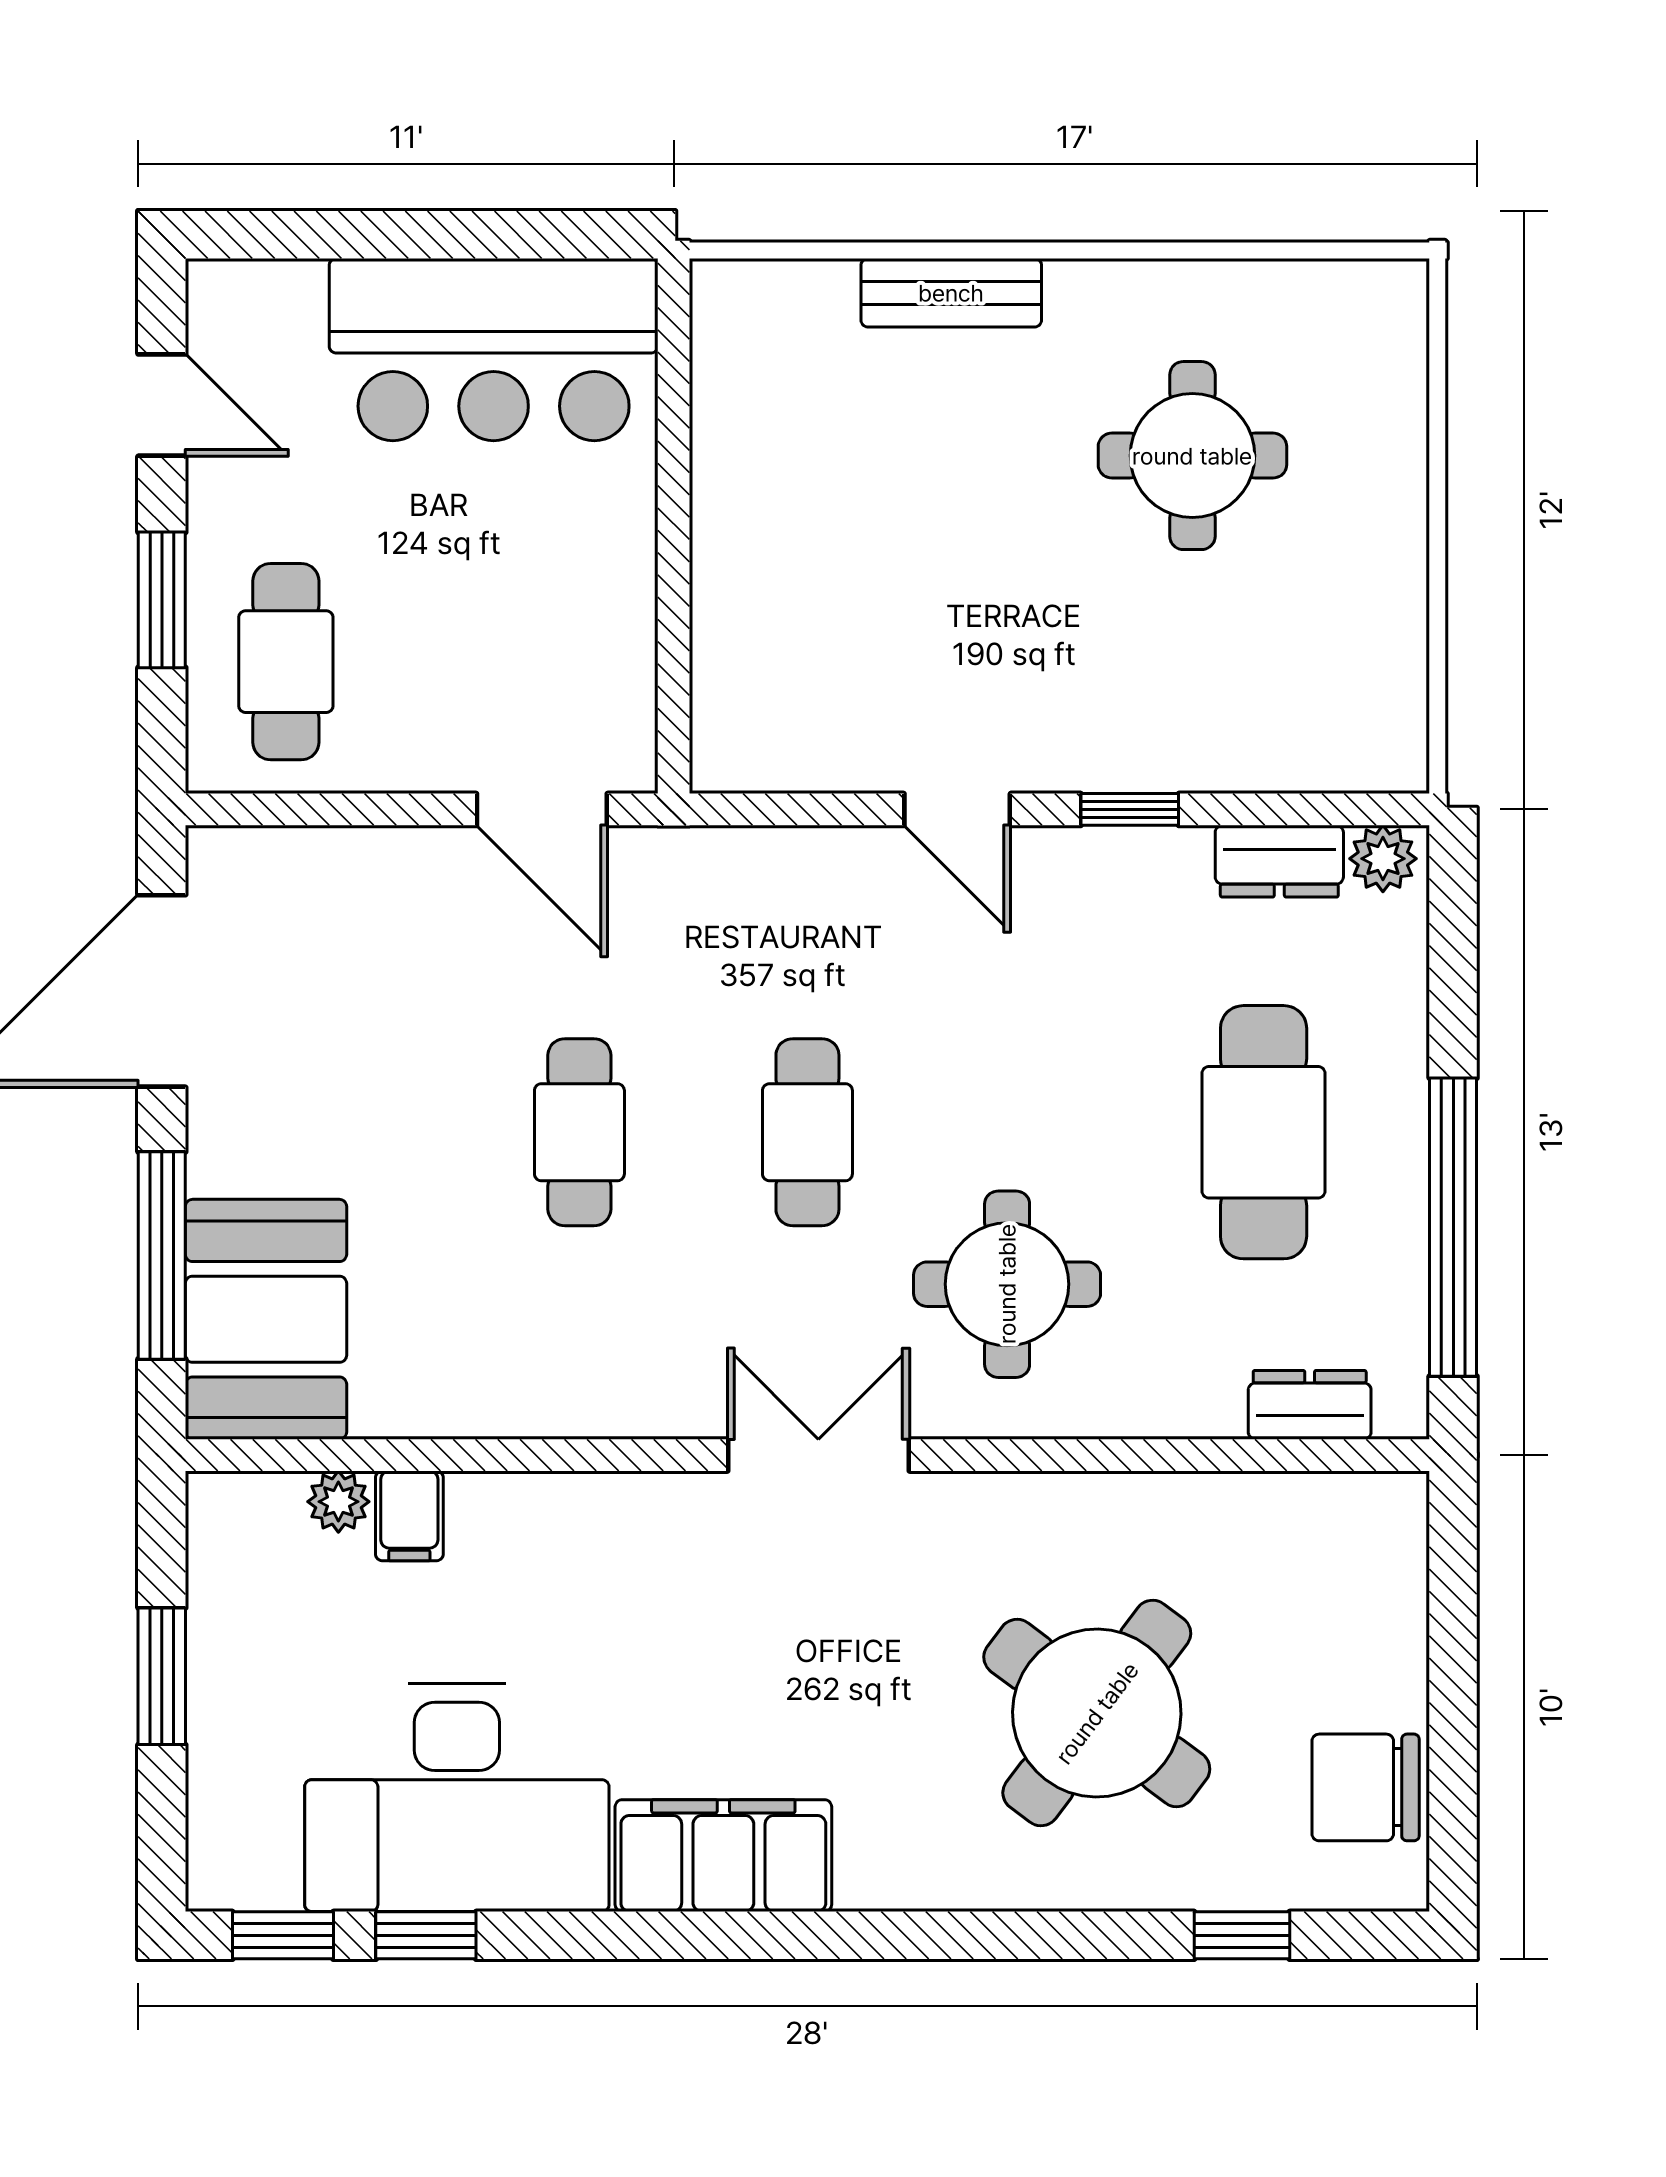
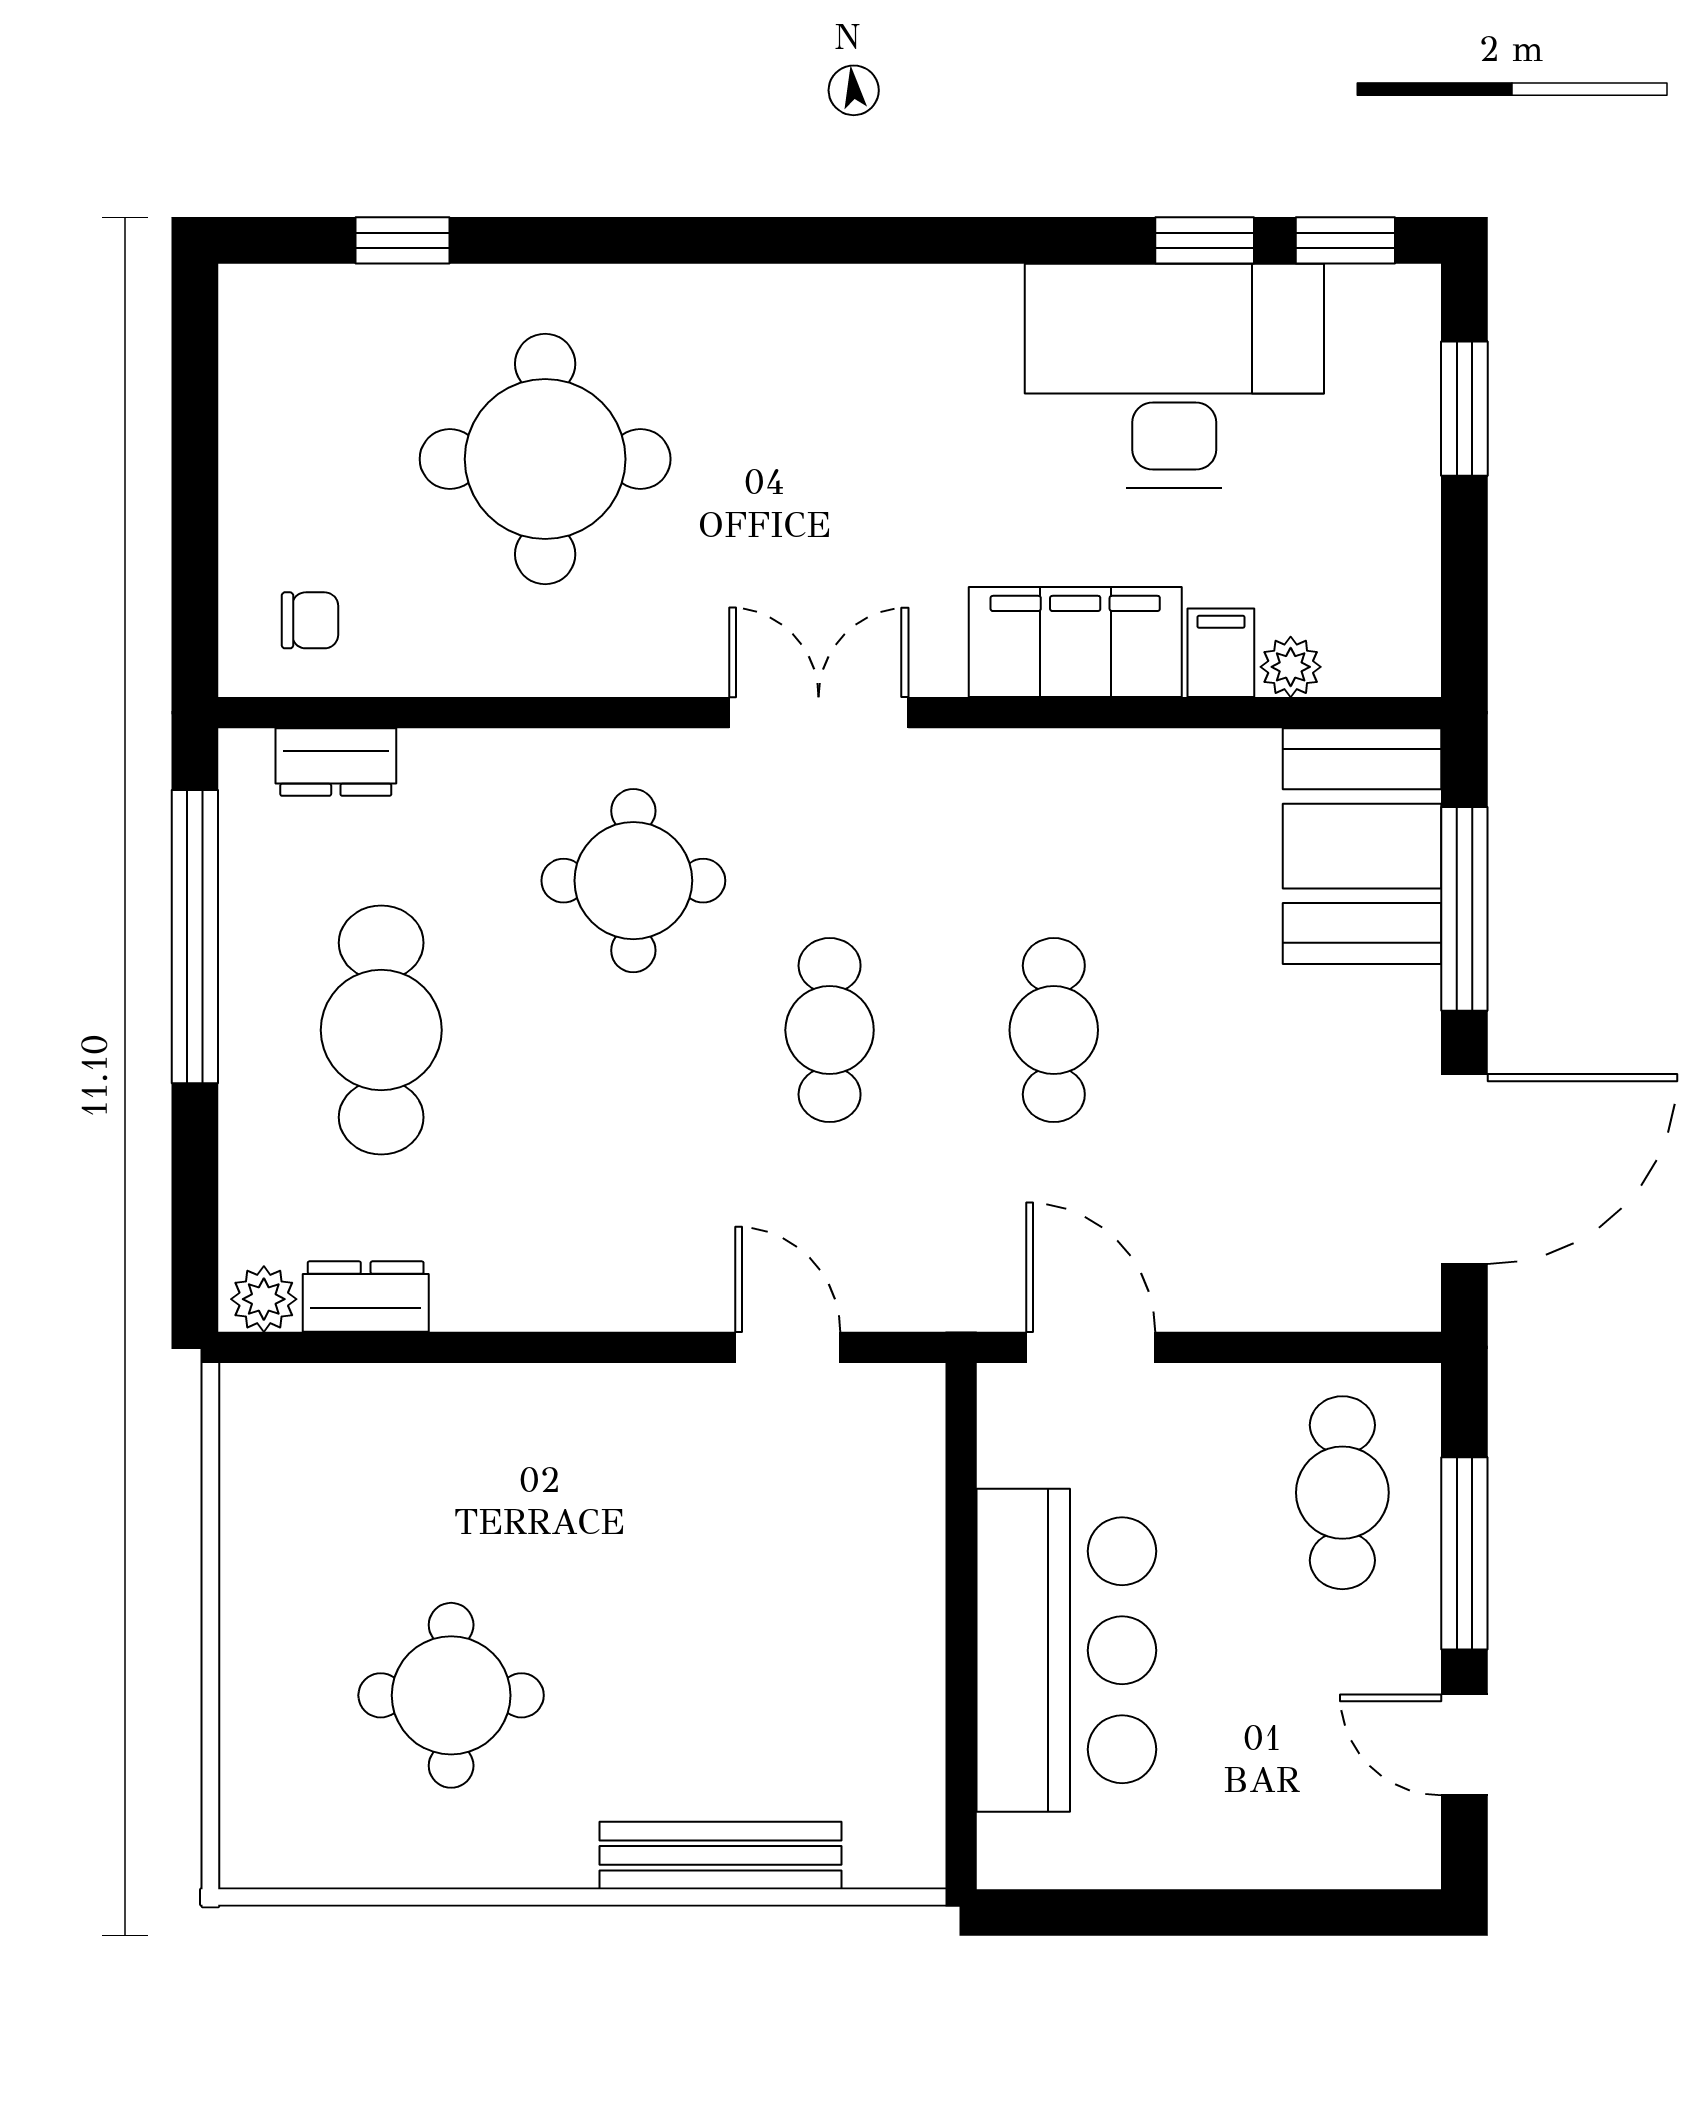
bench: (951, 293) -> (720, 1855), width x1.36
bar counter: (494, 350) -> (1066, 1650), moved, turned 90
window: (162, 600) -> (1464, 1553), width x1.44
door: (957, 809) -> (788, 1347), moved
window: (1130, 809) -> (513, 1347), removed
double door: (818, 1455) -> (819, 713), swing flipped
window: (162, 1676) -> (1464, 409), moved
round table: (1097, 1713) -> (545, 459), turned -37
chair: (1366, 1787) -> (310, 620), moved, width x0.54, depth x0.54
filing cabinet: (723, 1856) -> (1075, 642), moved, turned 180

